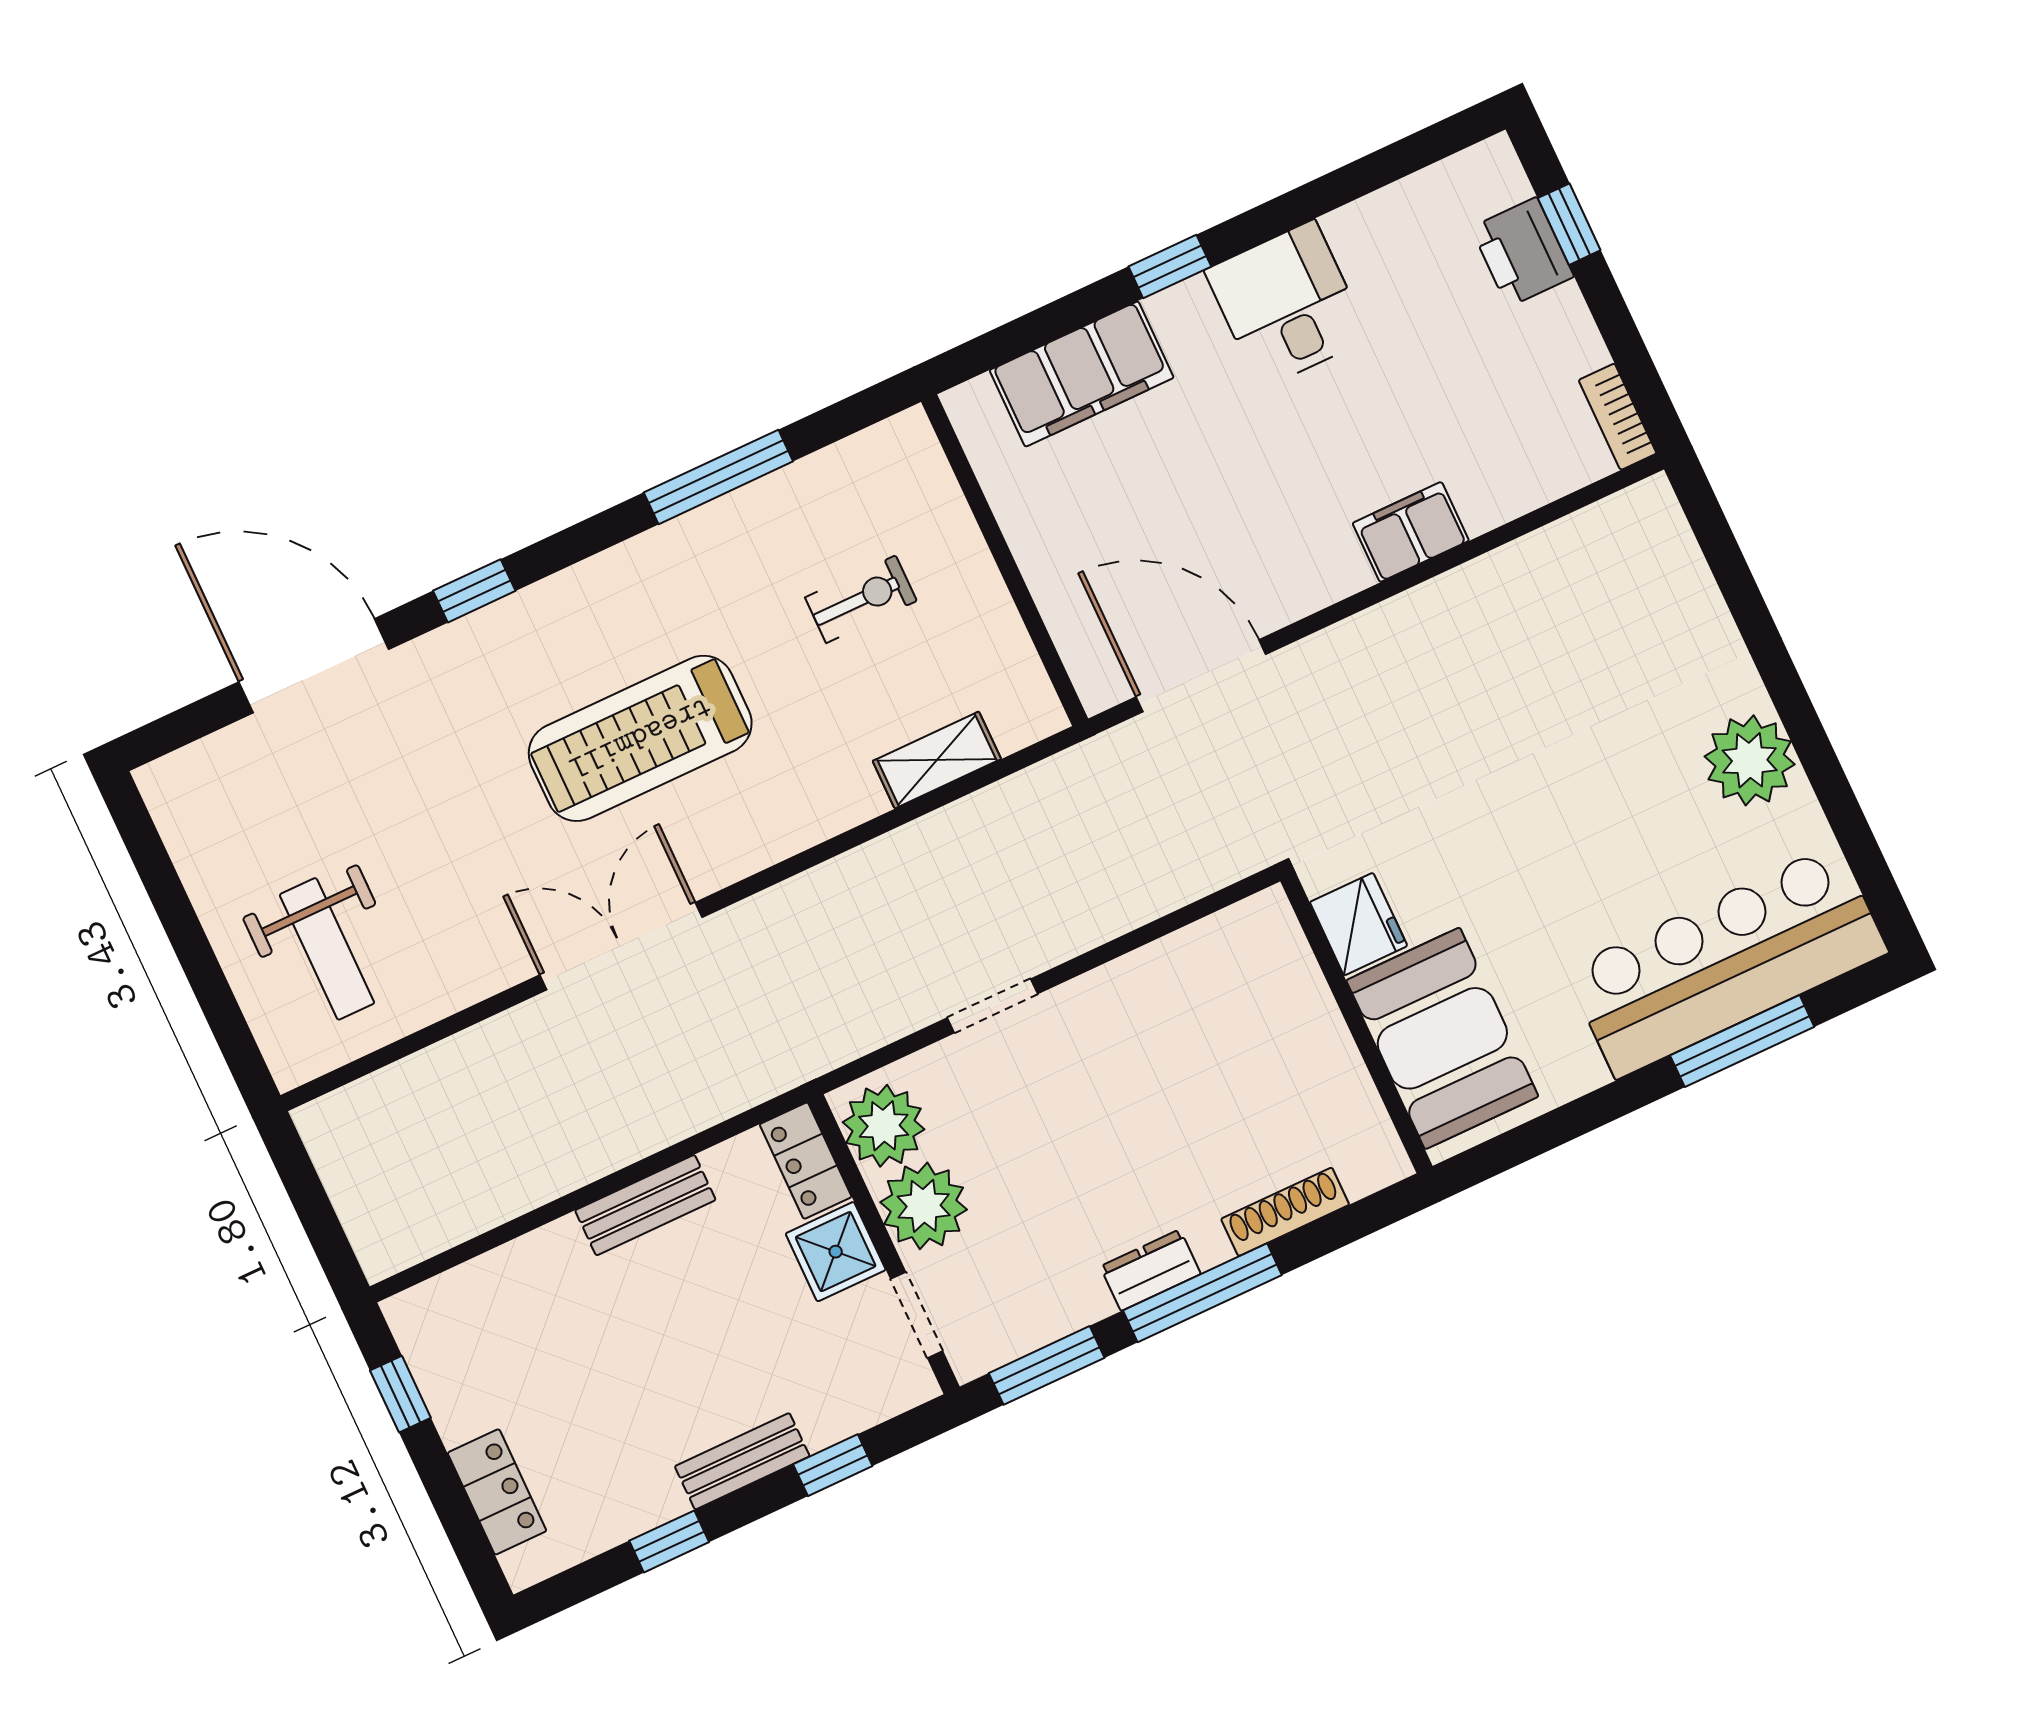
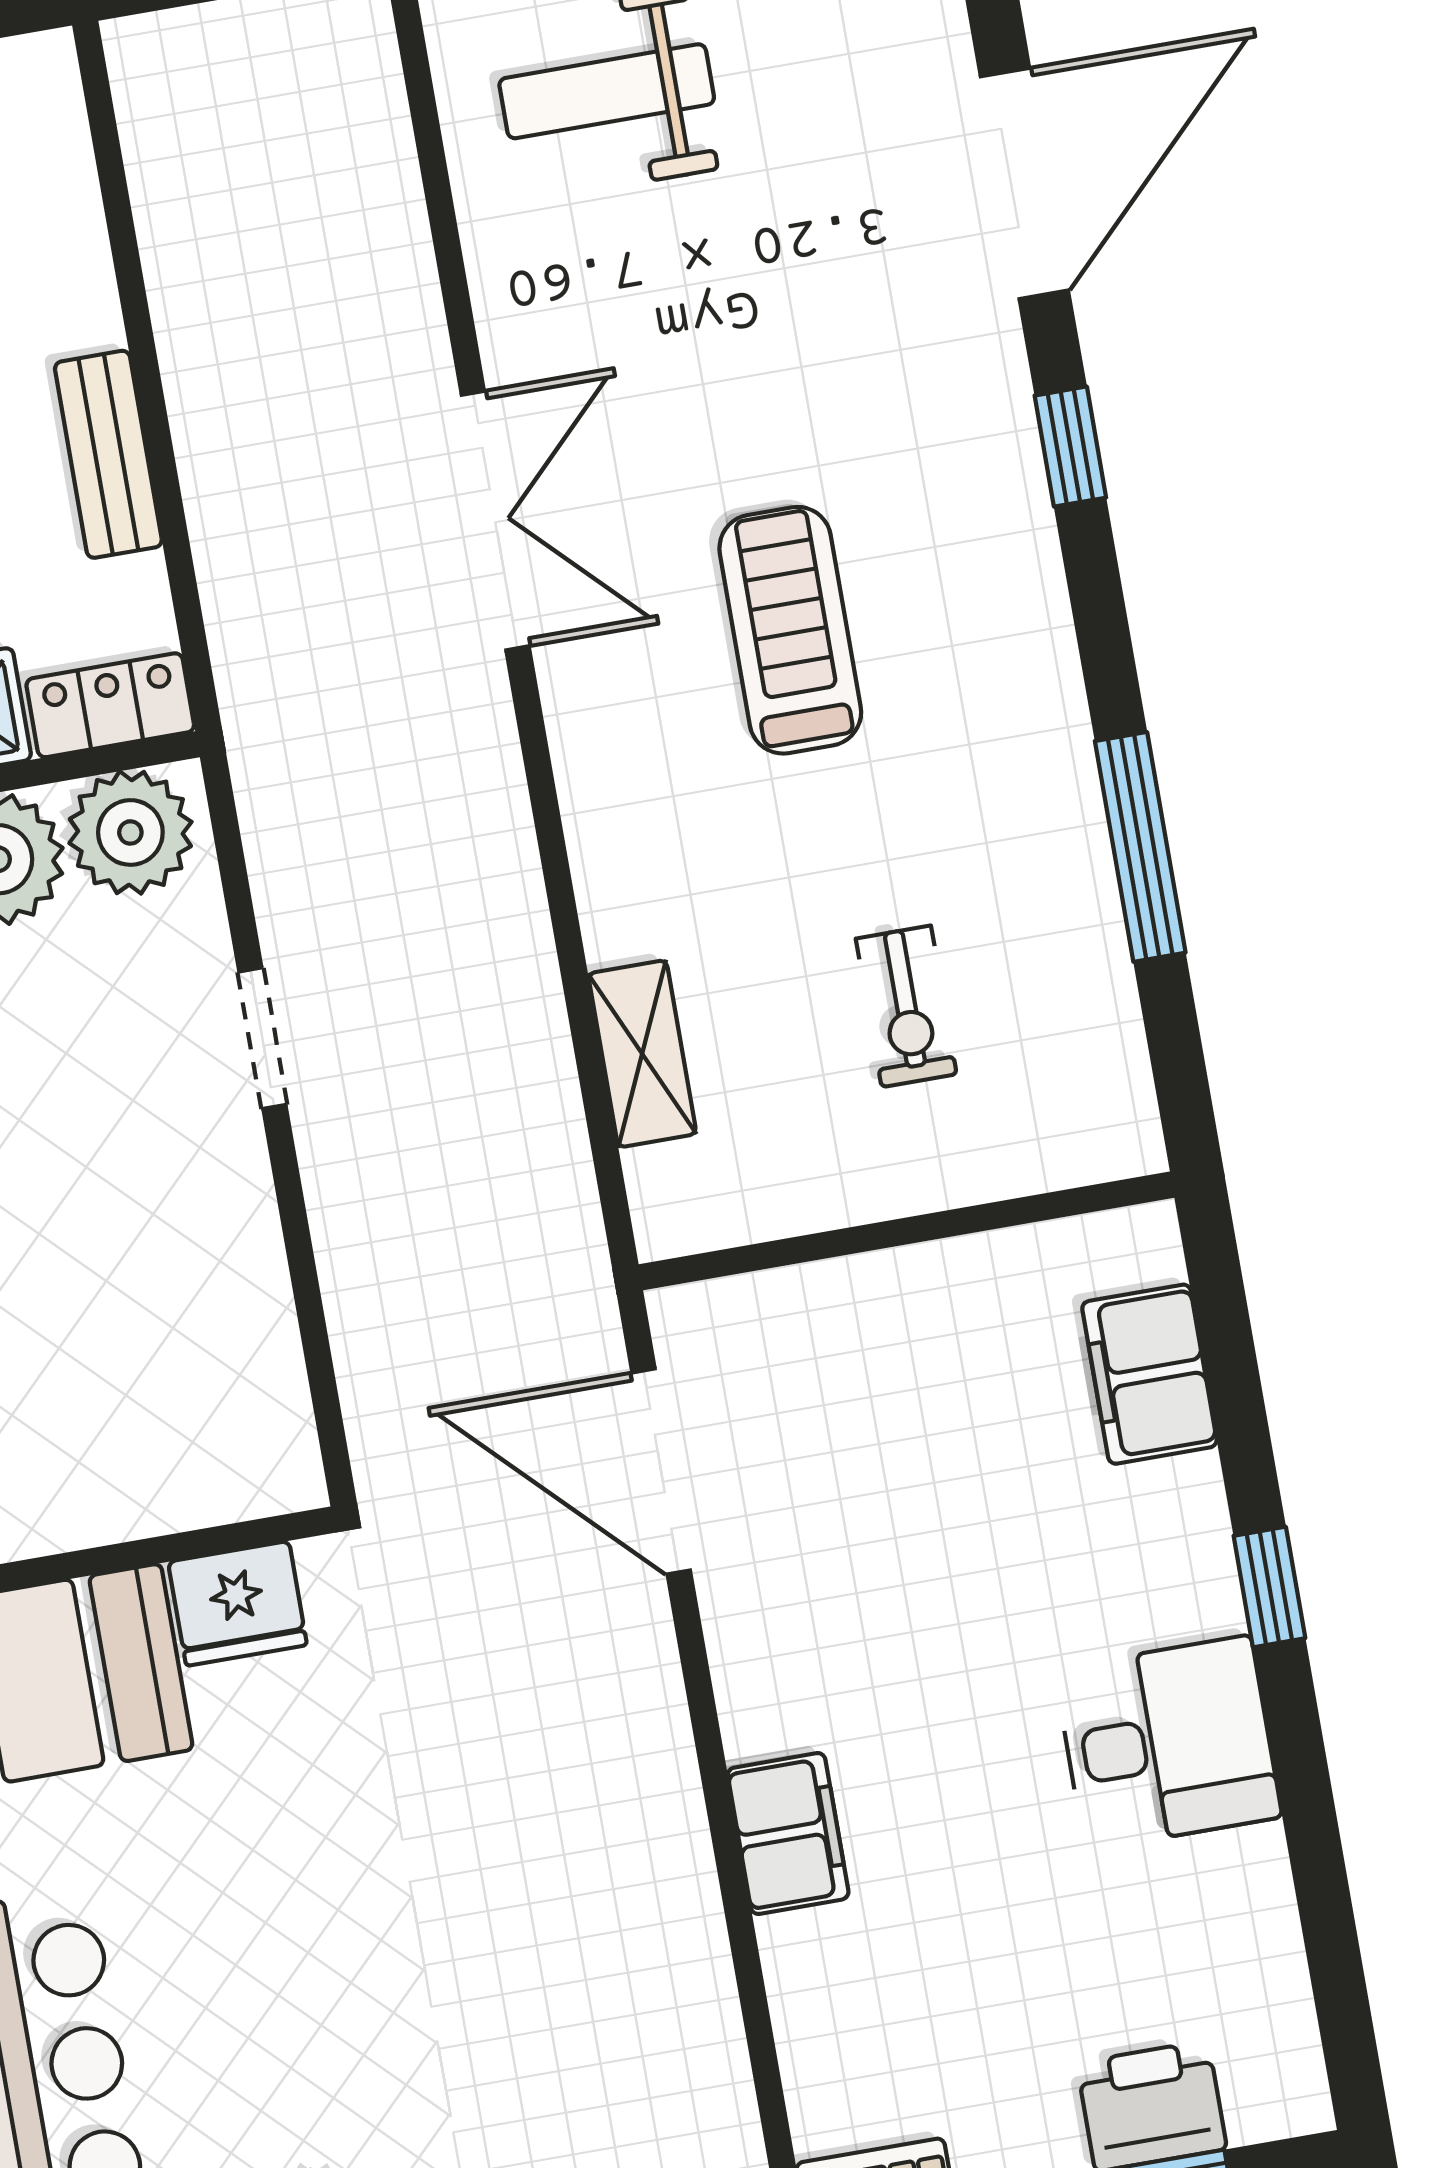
filing cabinet: (1082, 374) -> (1149, 1374), width x0.67, depth x0.86
door: (1201, 676) -> (661, 1471), swing flipped
treadmill: (640, 738) -> (790, 630), width x0.73, depth x0.73

